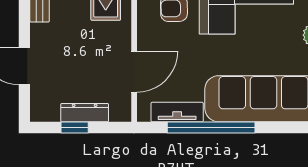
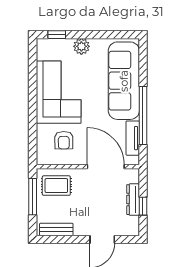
door: (134, 72) -> (106, 167), width x1.36

